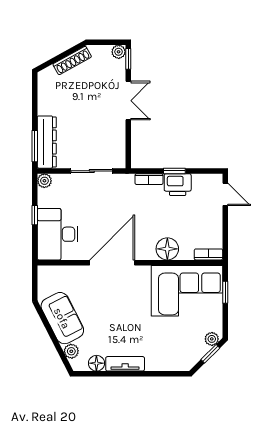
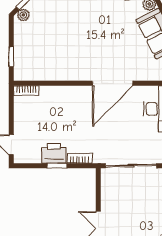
sliding door: (92, 171) -> (131, 166), width x1.37
floor lamp: (167, 249) -> (63, 96), removed
corner sofa: (187, 291) -> (46, 58), removed

